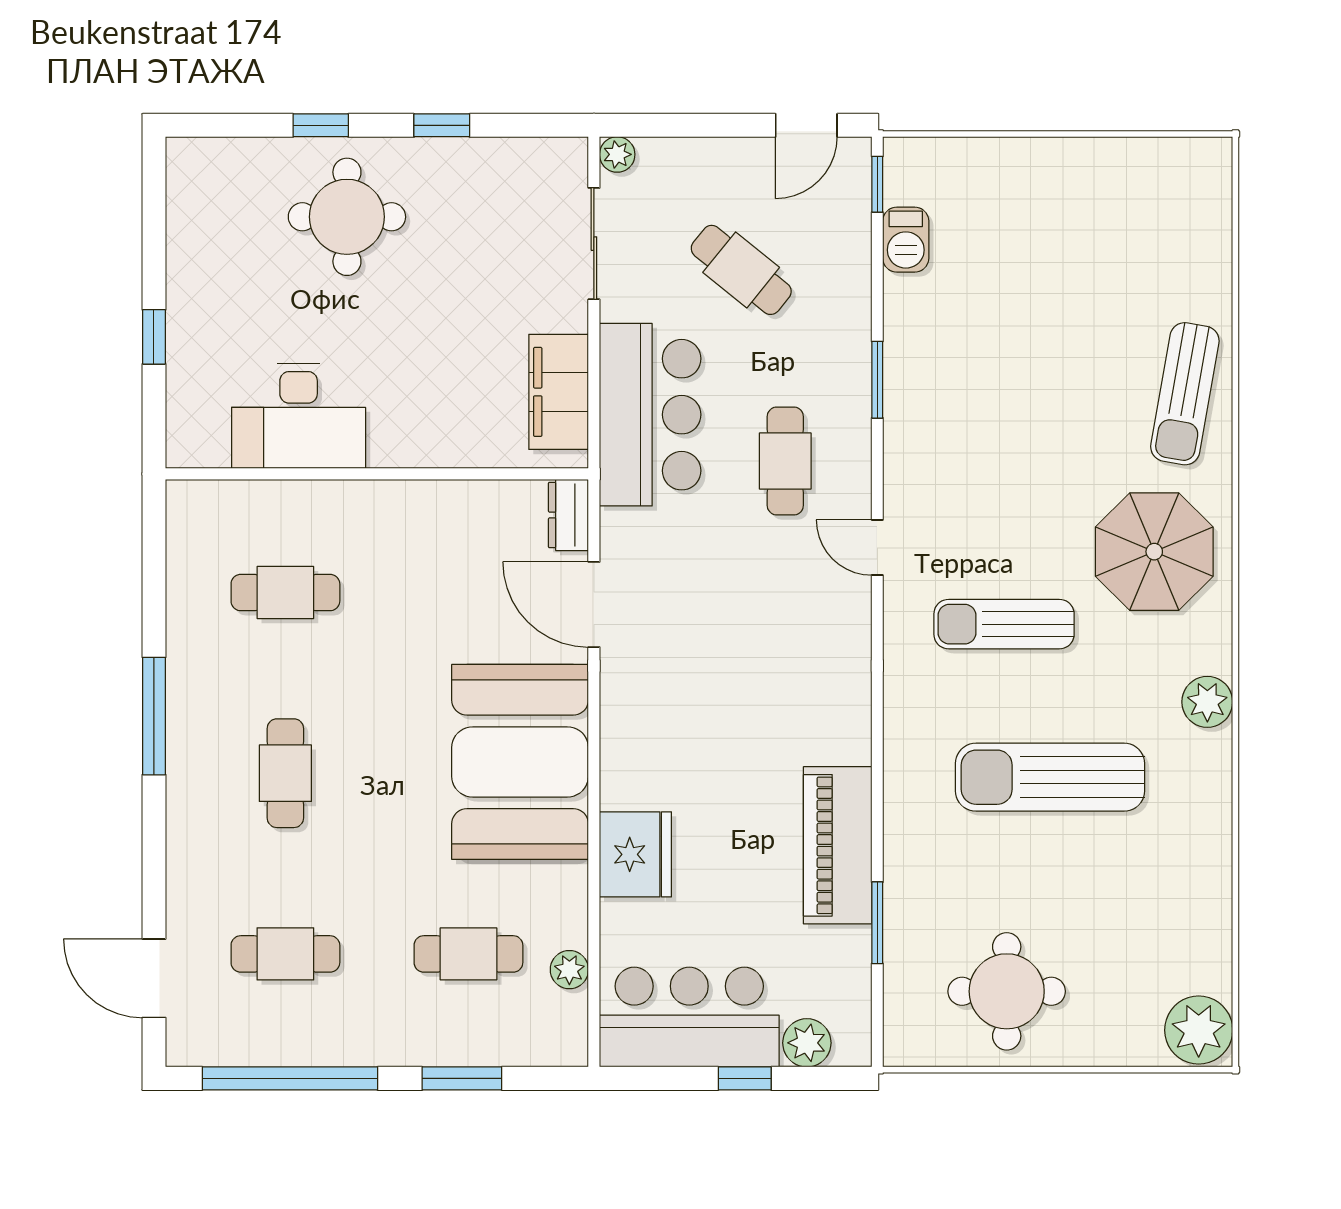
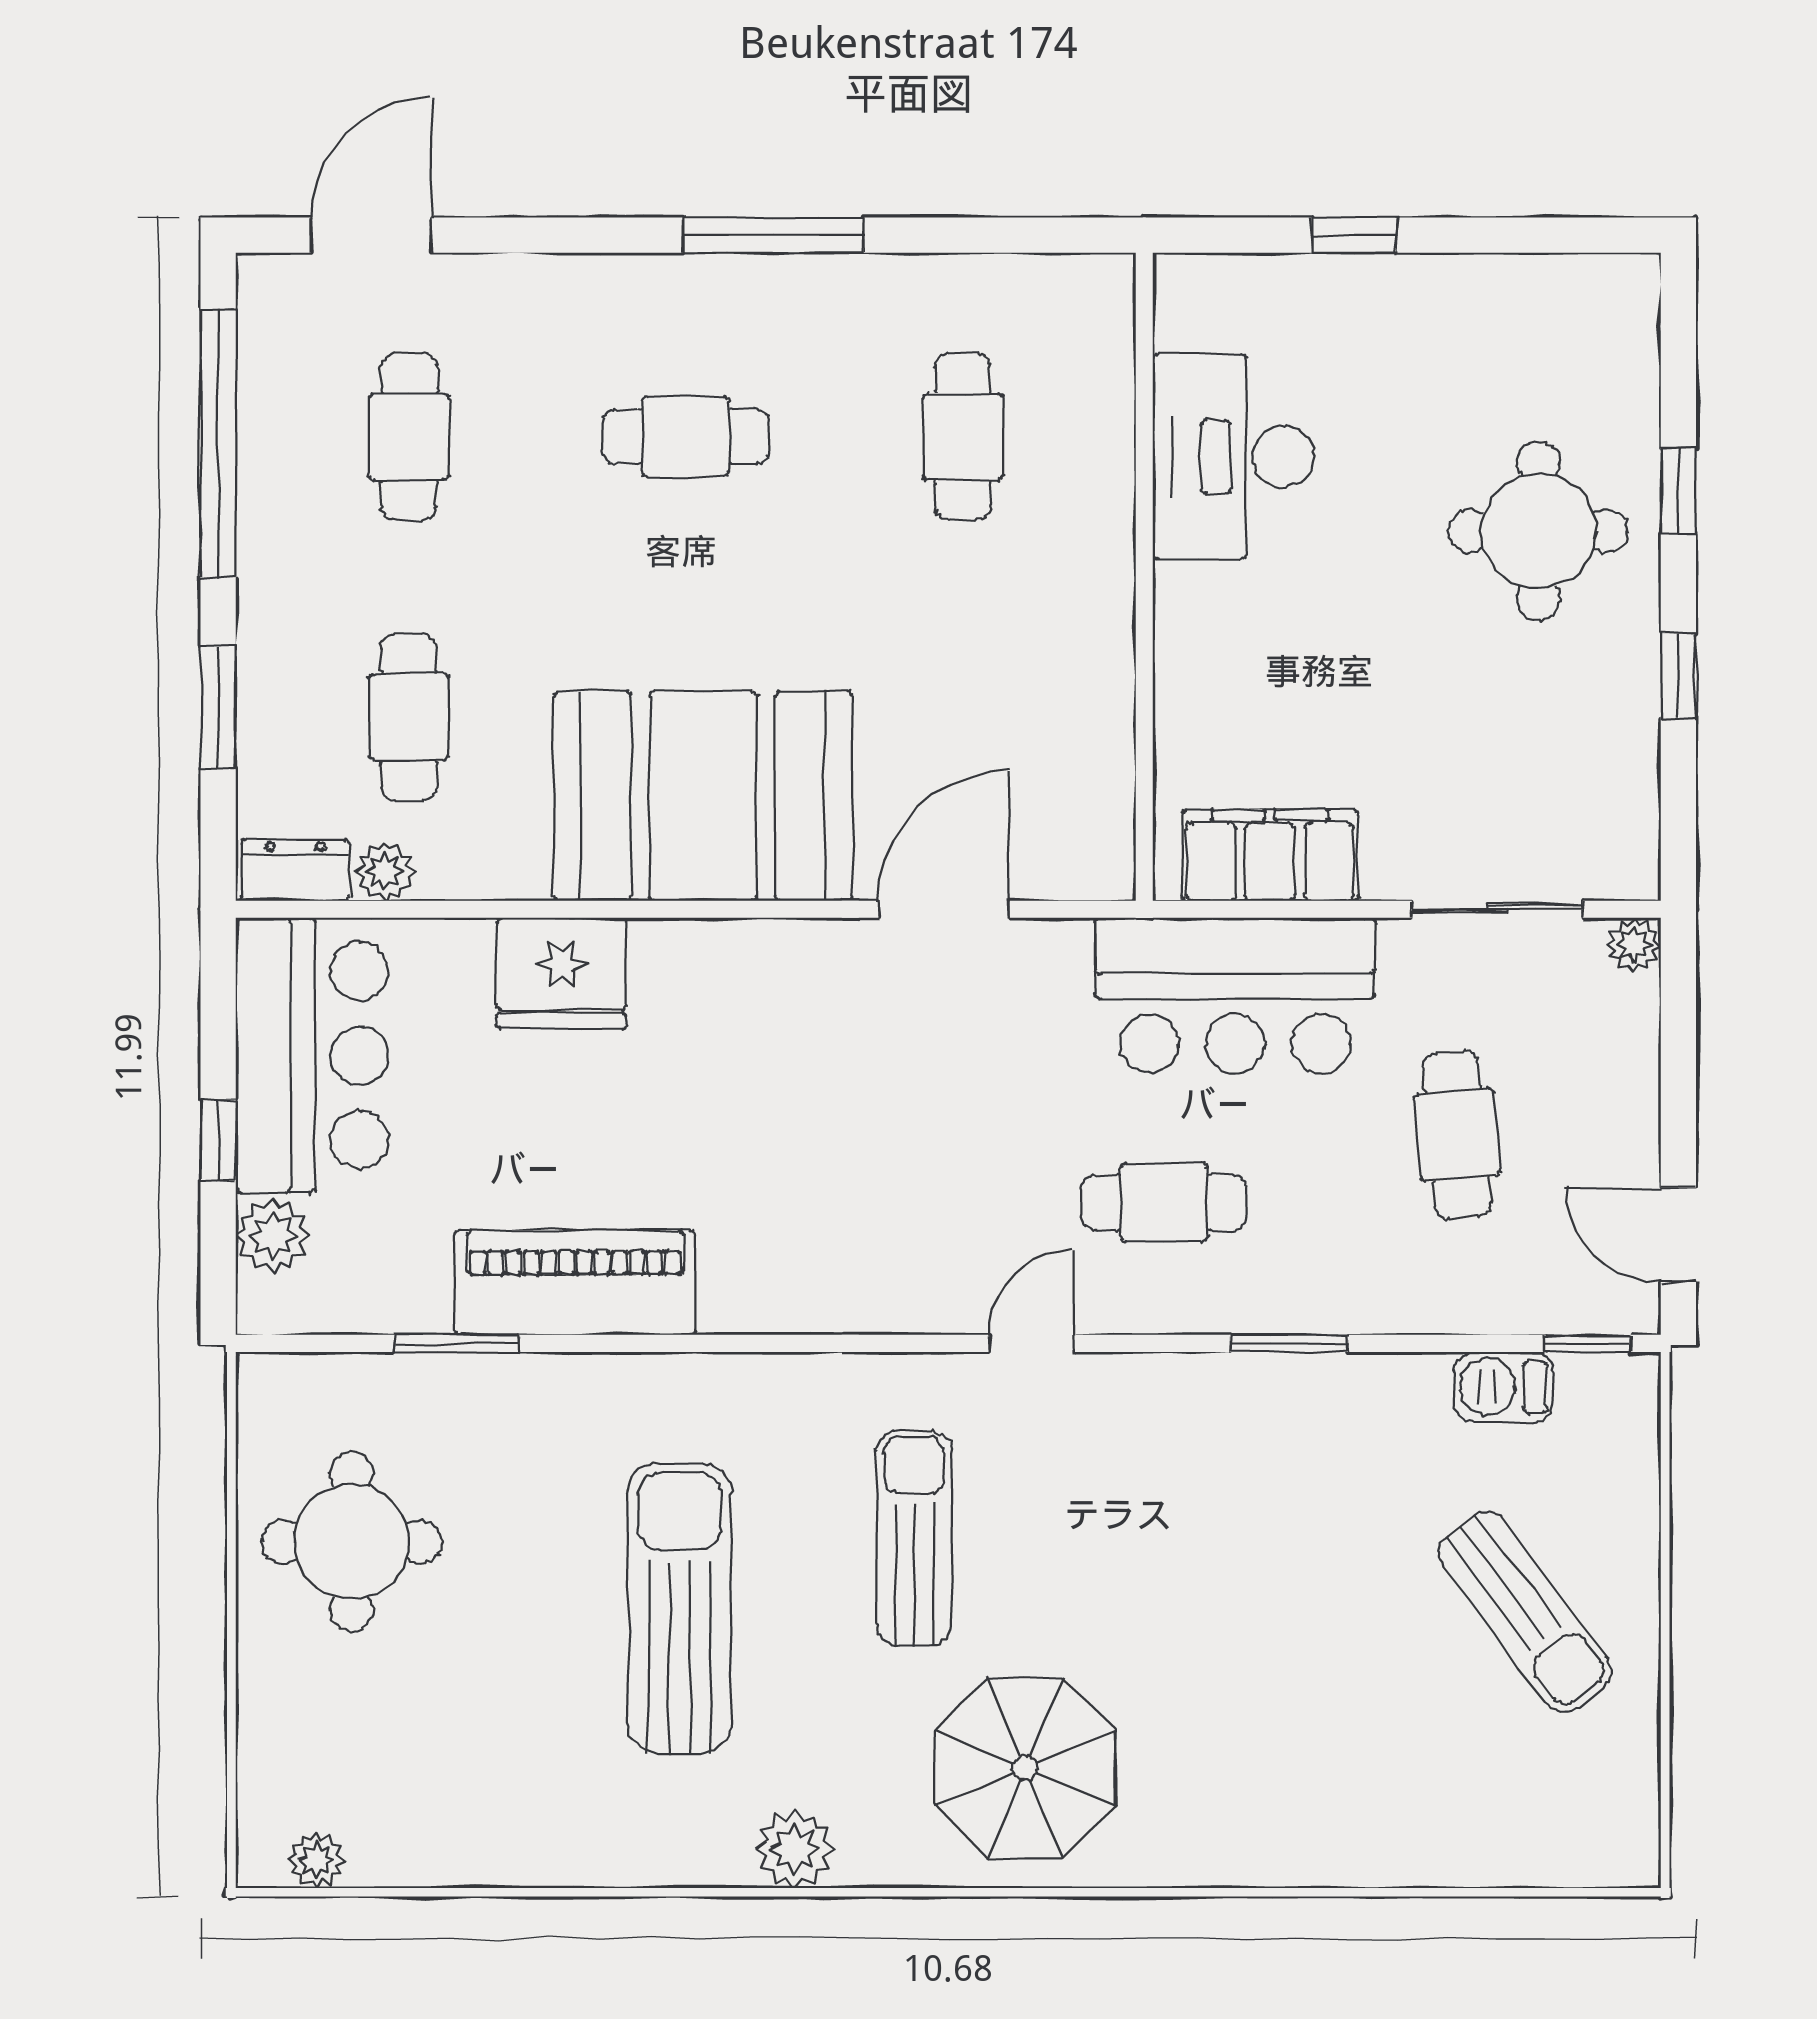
cafe table: (741, 270) -> (1457, 1135), turned -44
sun lounger: (1185, 394) -> (1525, 1612), moved, turned -137
dresser: (568, 515) -> (295, 870), moved
plant: (1199, 1030) -> (317, 1860), width x0.53, depth x0.53

